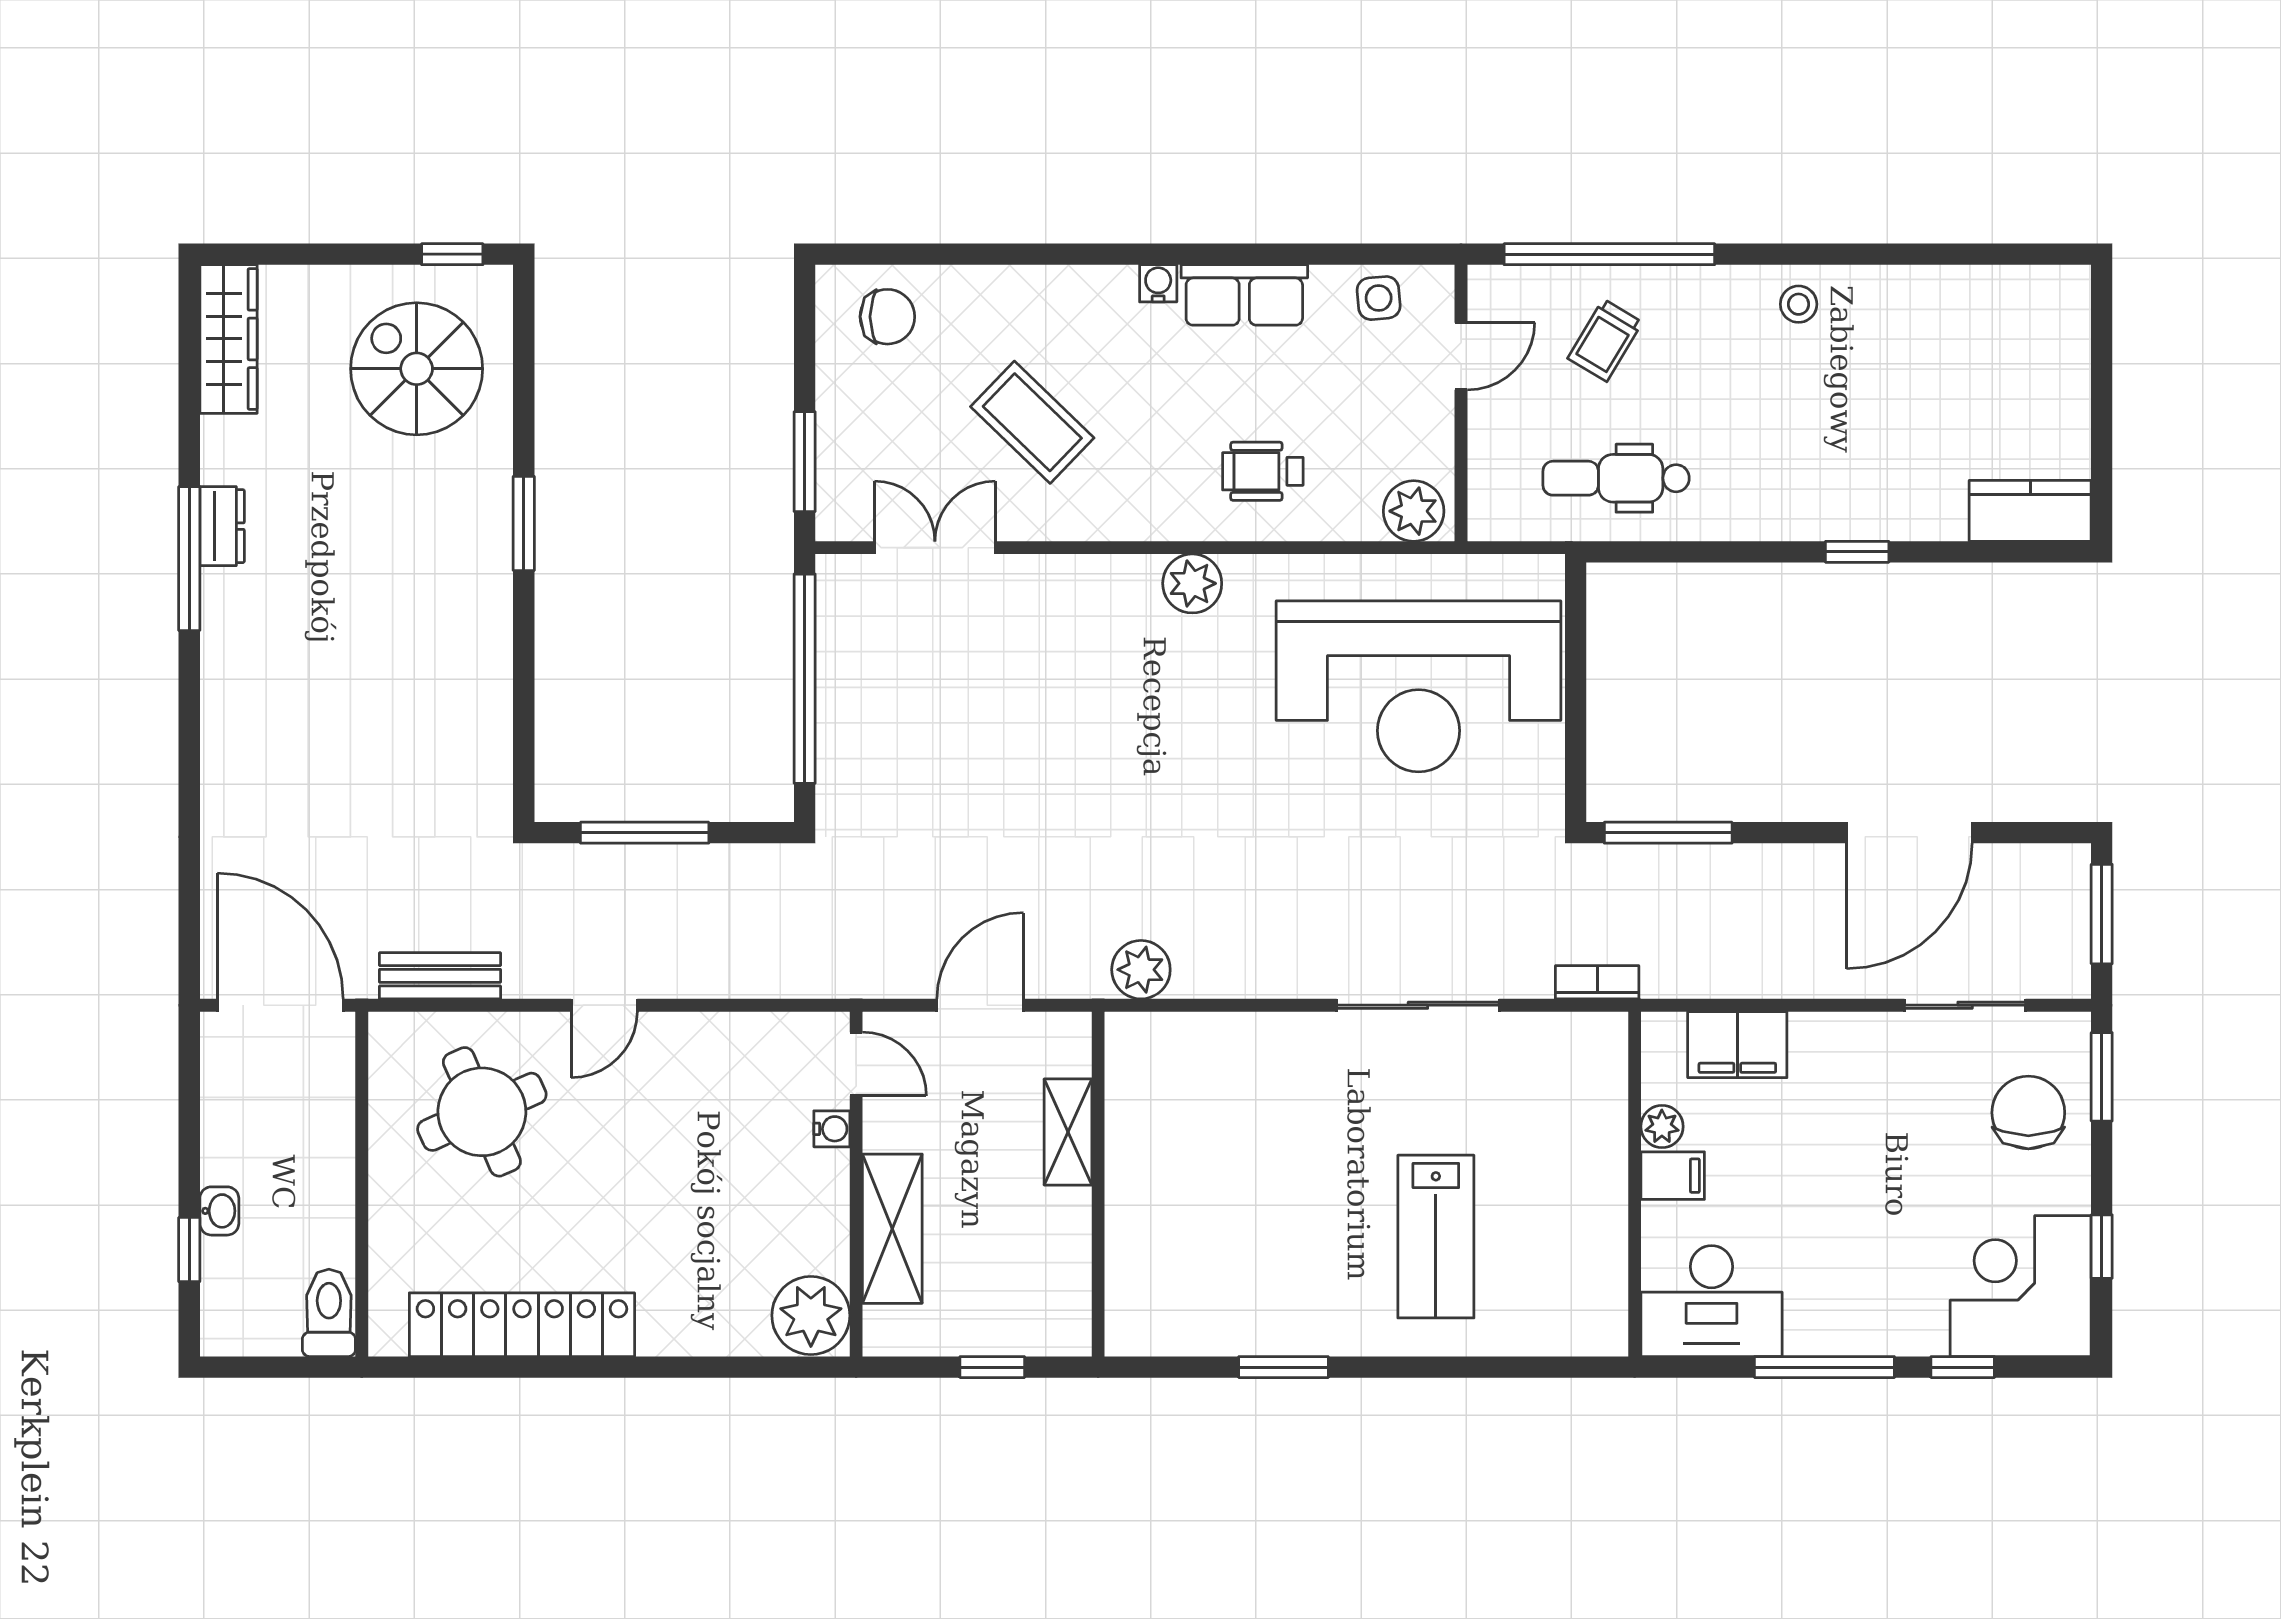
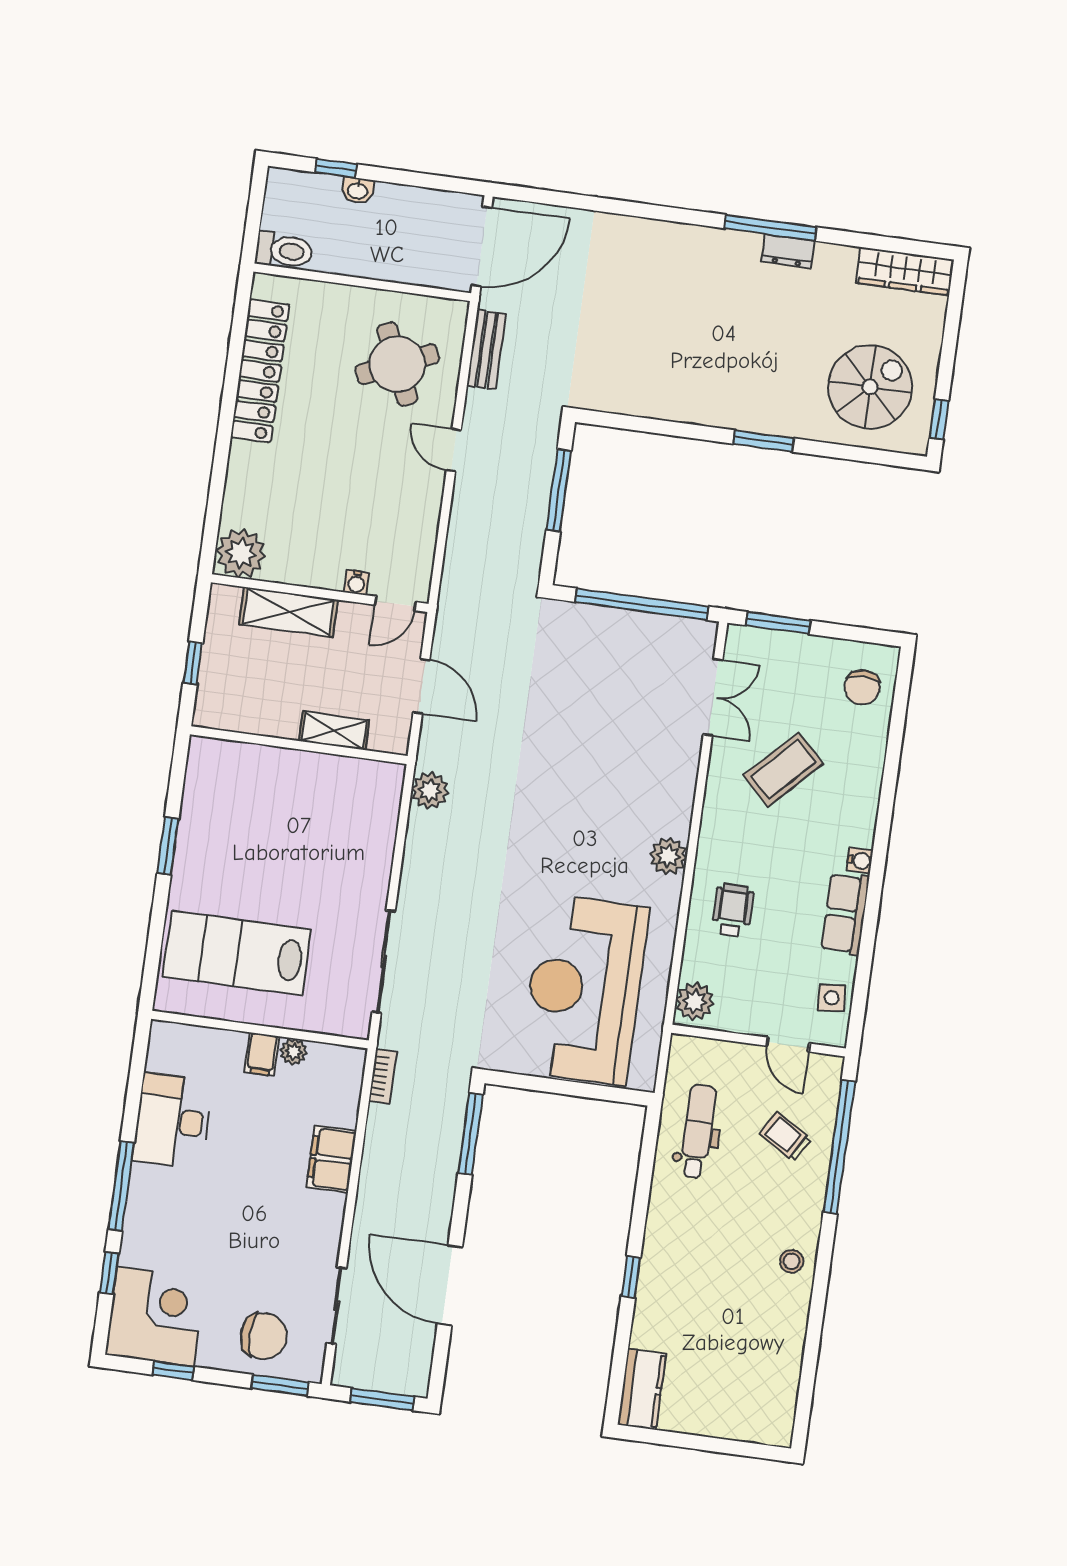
plant: (1662, 1127) -> (294, 1052), moved
filing cabinet: (1673, 1176) -> (262, 1054), moved
wall: (1635, 1184) -> (260, 1030), moved
lab bench: (1436, 1237) -> (237, 953), width x1.36, depth x1.39

